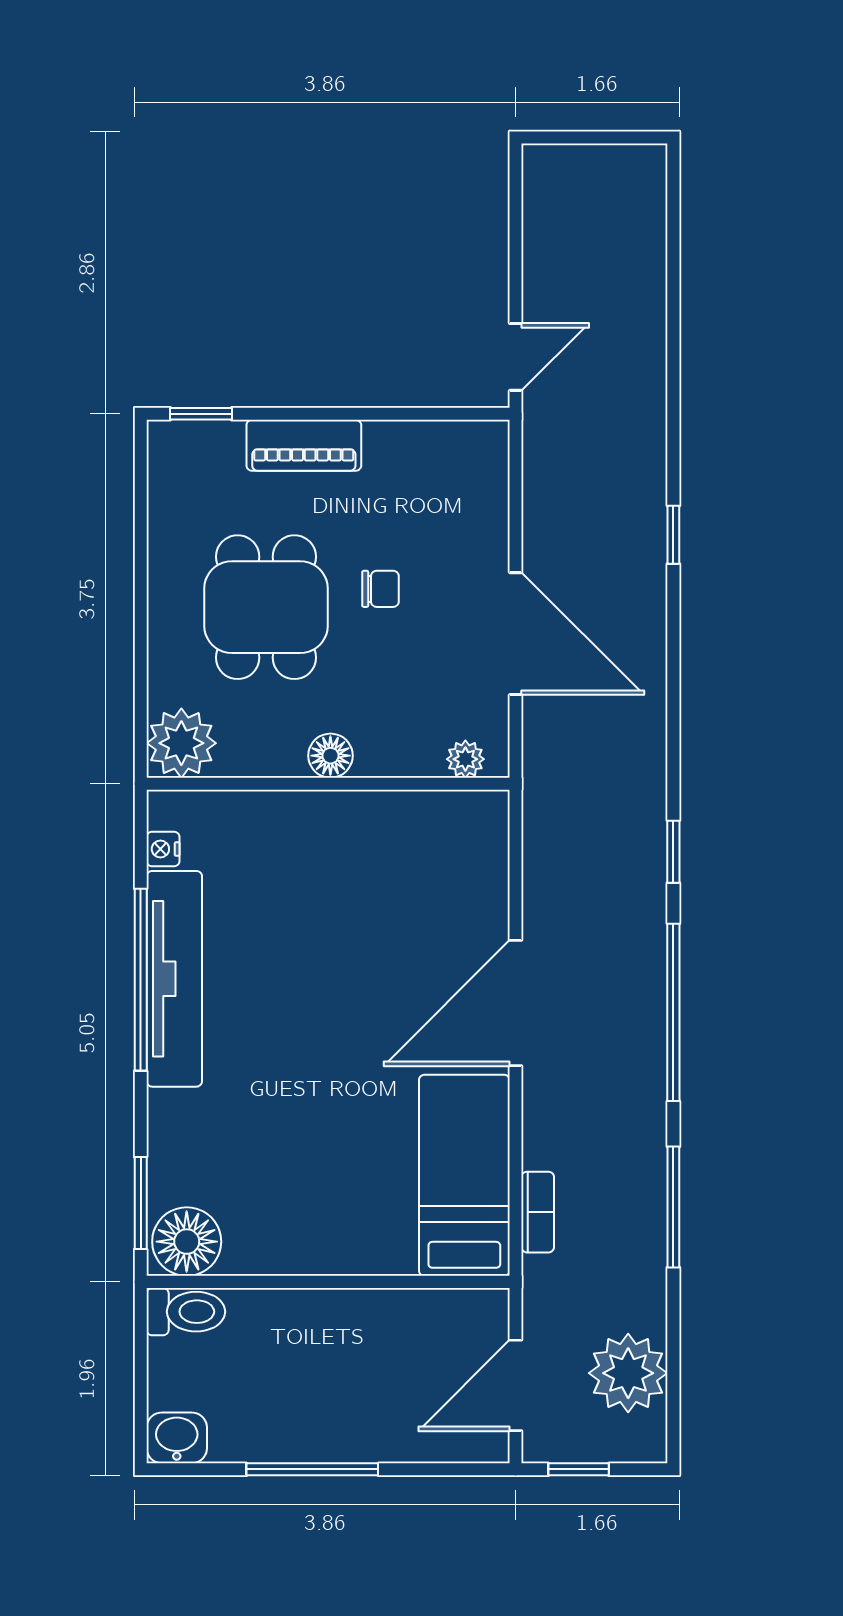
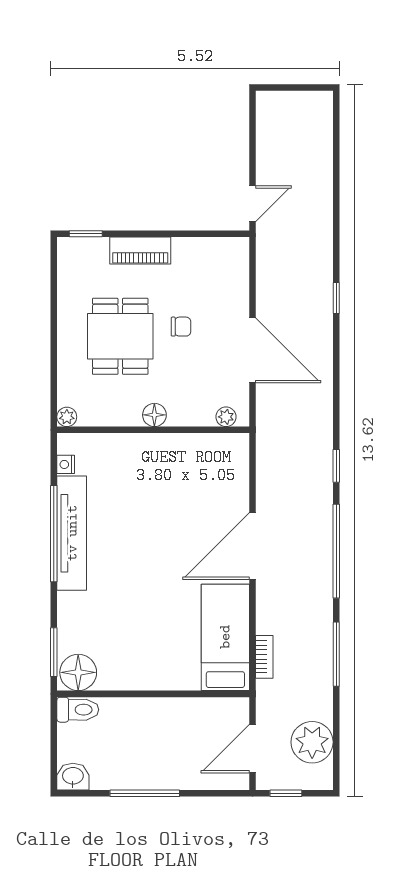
plant: (181, 743) -> (67, 417), width x0.53, depth x0.53

